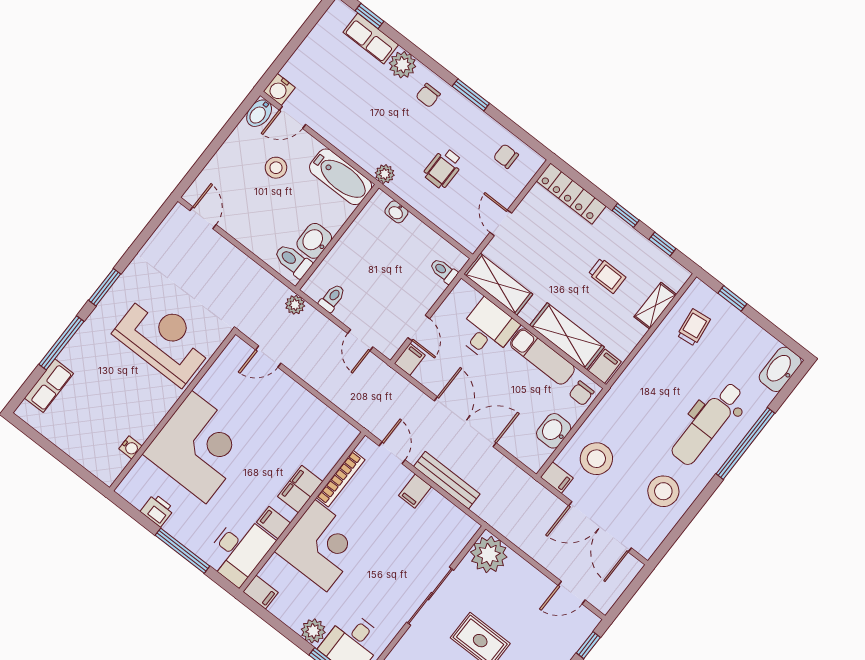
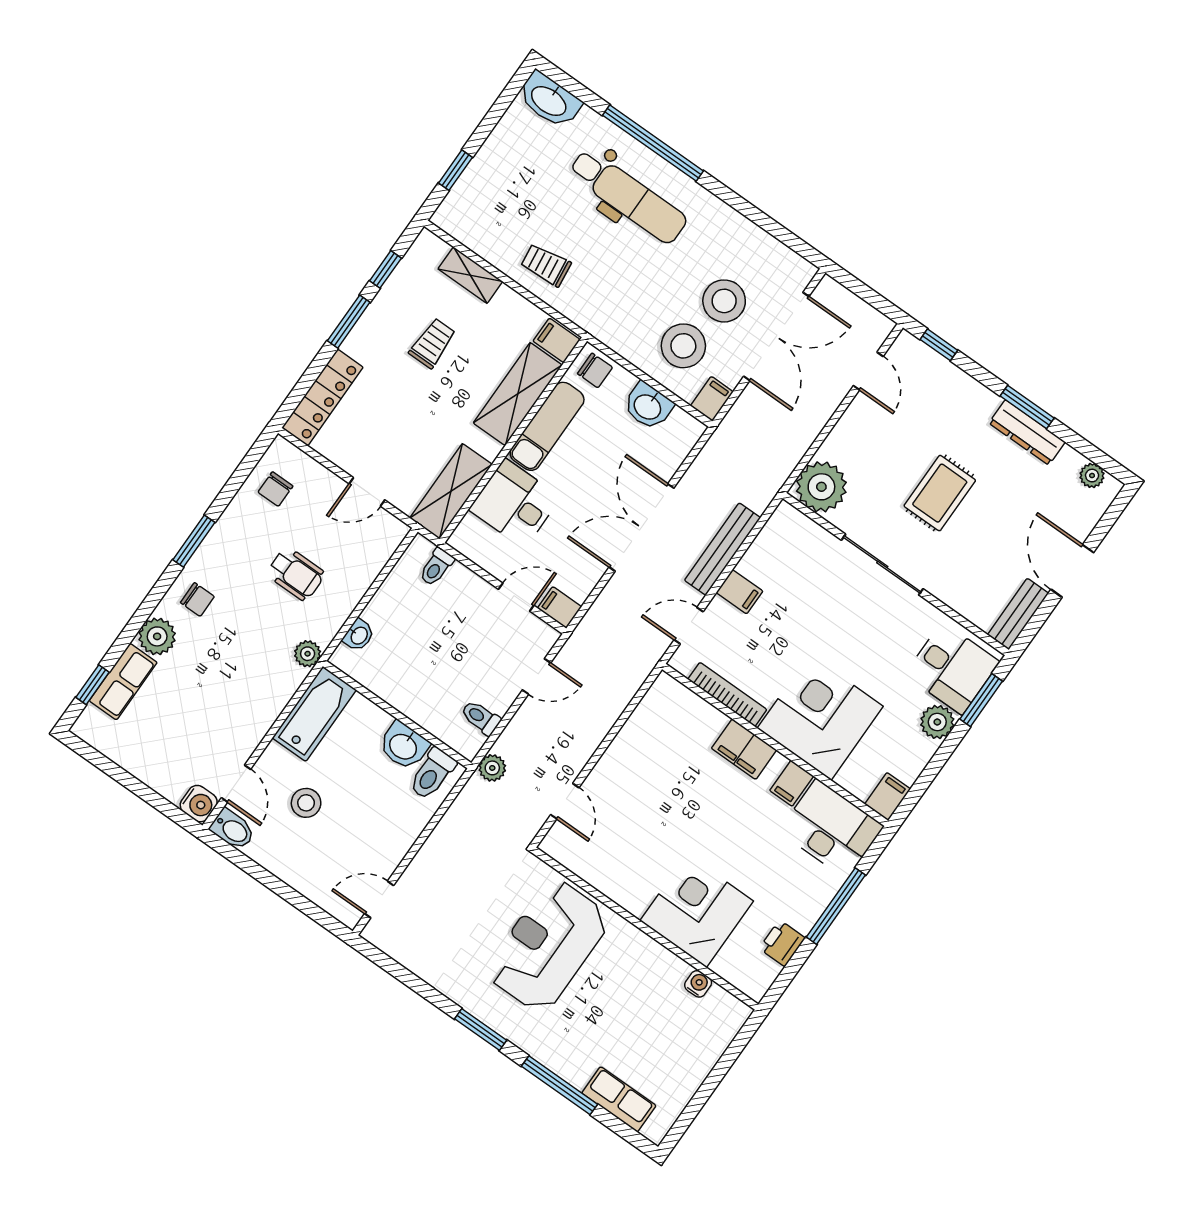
window: (626, 215) -> (349, 322), width x1.50
trolley: (694, 327) -> (546, 265), moved
corner desk: (199, 447) -> (697, 911), width x0.74, depth x0.74
stool: (663, 491) -> (724, 301), moved

